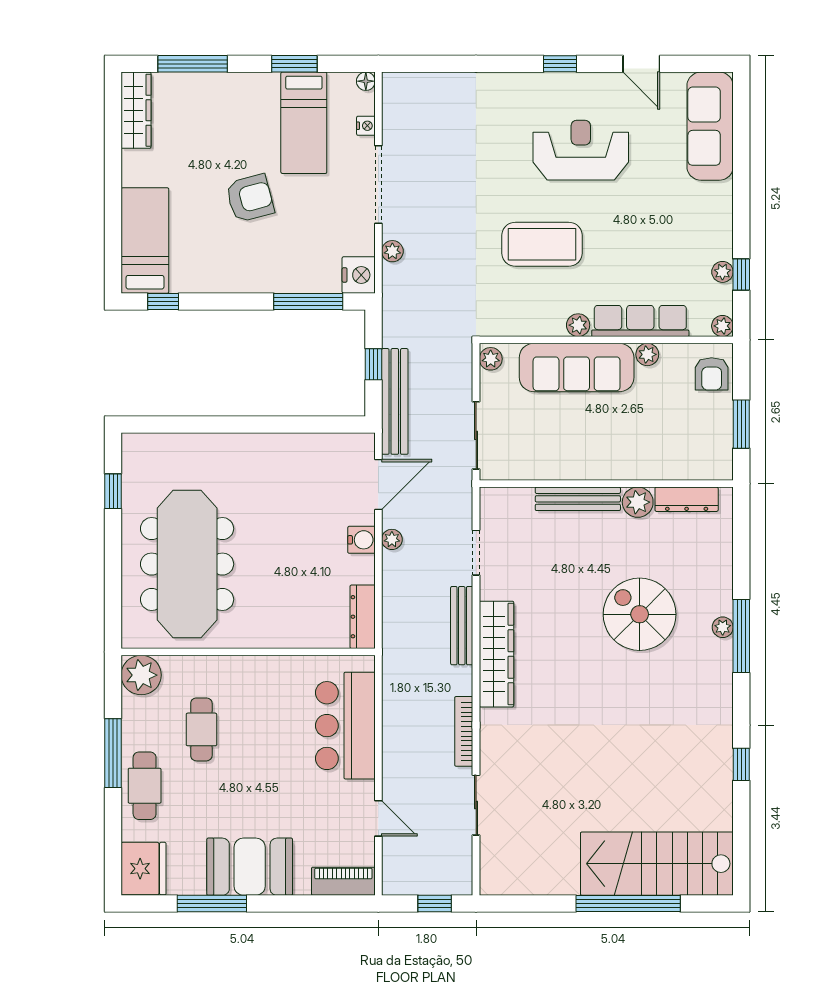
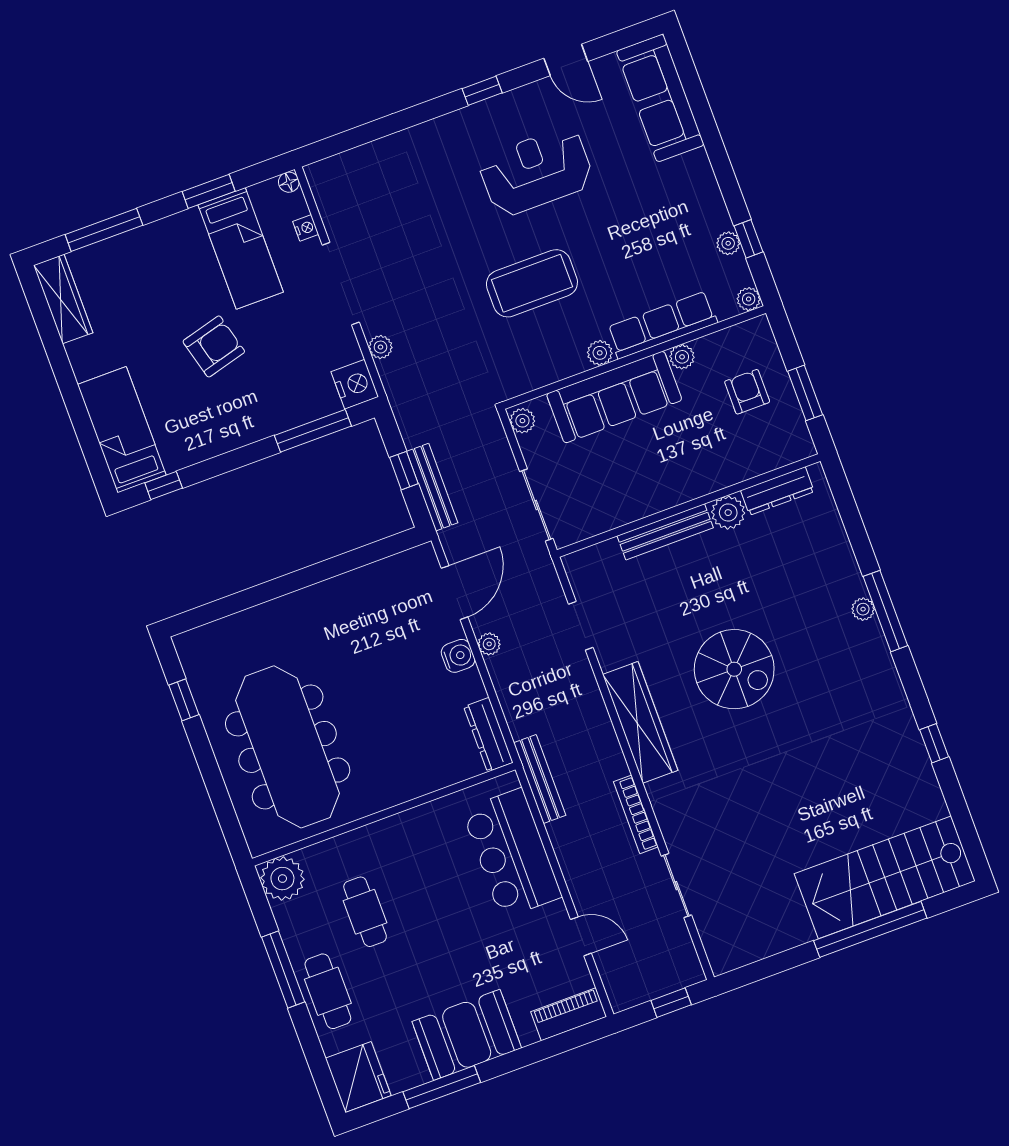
armchair: (712, 374) -> (747, 392), moved, turned 180
bench: (395, 401) -> (432, 487), width x0.73, depth x0.82
spiral stairs: (640, 614) -> (734, 669), moved, turned 180
bench: (462, 626) -> (540, 779), moved

